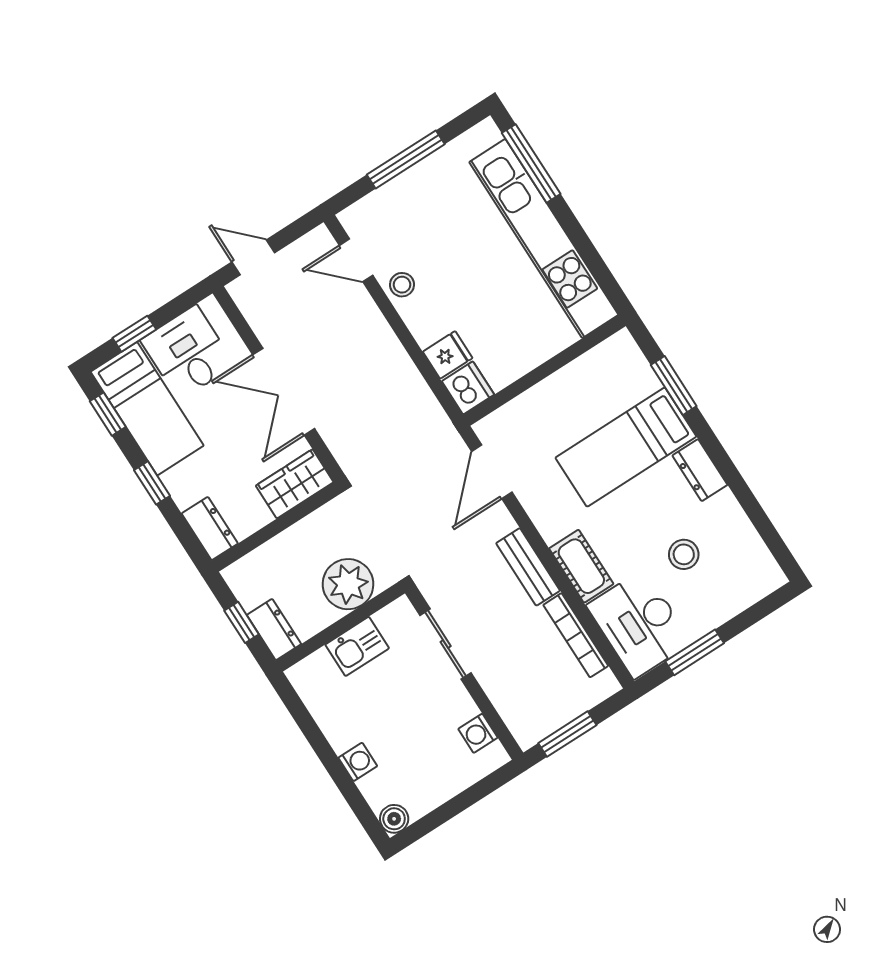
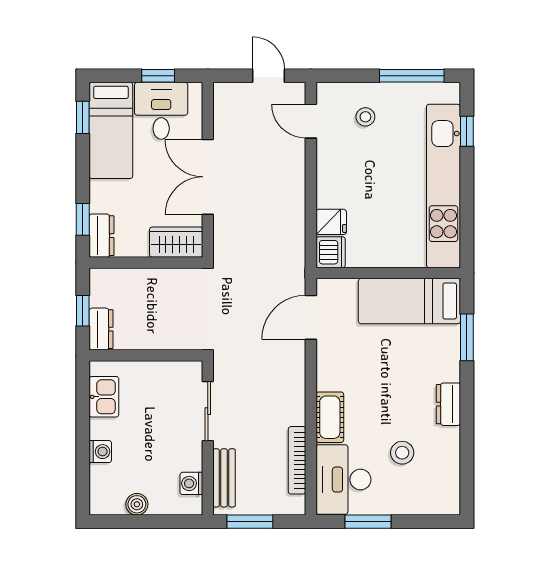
window: (406, 159) -> (412, 76), moved
window: (531, 163) -> (467, 131), width x0.46
door: (253, 257) -> (268, 76), moved
stool: (402, 285) -> (365, 117), moved
window: (134, 334) -> (158, 76), moved
bed: (626, 447) -> (409, 301), moved
window: (152, 483) -> (83, 219), moved
bench: (528, 567) -> (224, 478), moved
plant: (348, 584) -> (169, 331), removed
kitchen sink: (357, 646) -> (104, 397), moved, turned -90
boiler: (394, 819) -> (137, 504), moved

